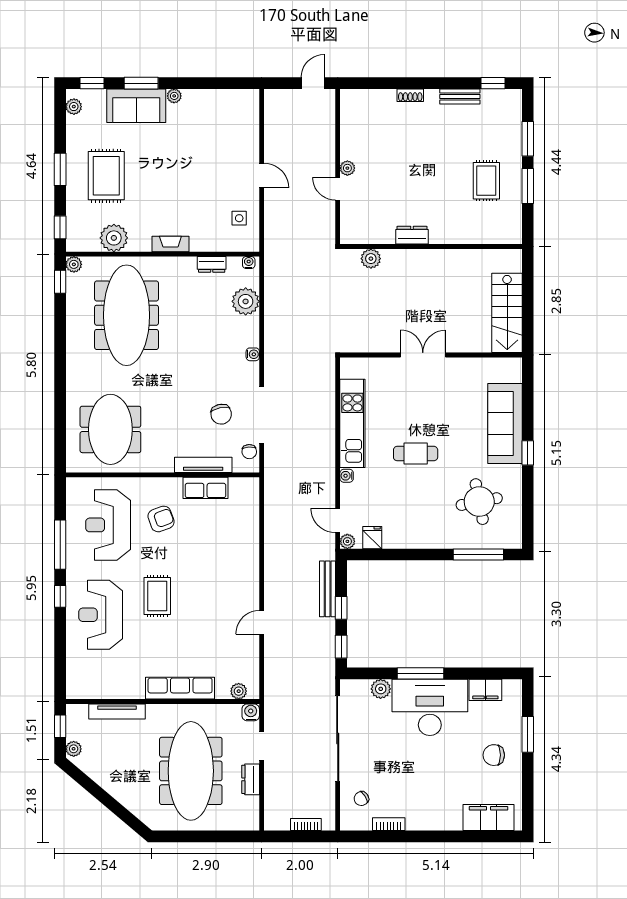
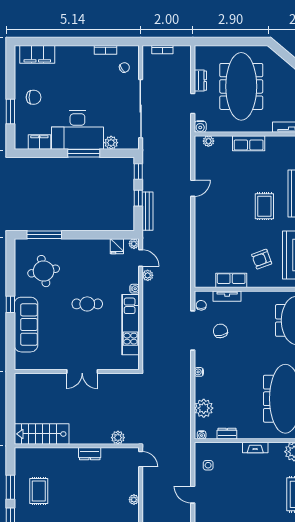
door: (338, 189) -> (141, 459), moved
stairs: (507, 313) -> (42, 434), moved, turned -90
tv unit: (203, 465) -> (227, 296), width x0.71
plant: (327, 495) -> (148, 275), added
row of seats: (180, 688) -> (249, 143), width x0.68

